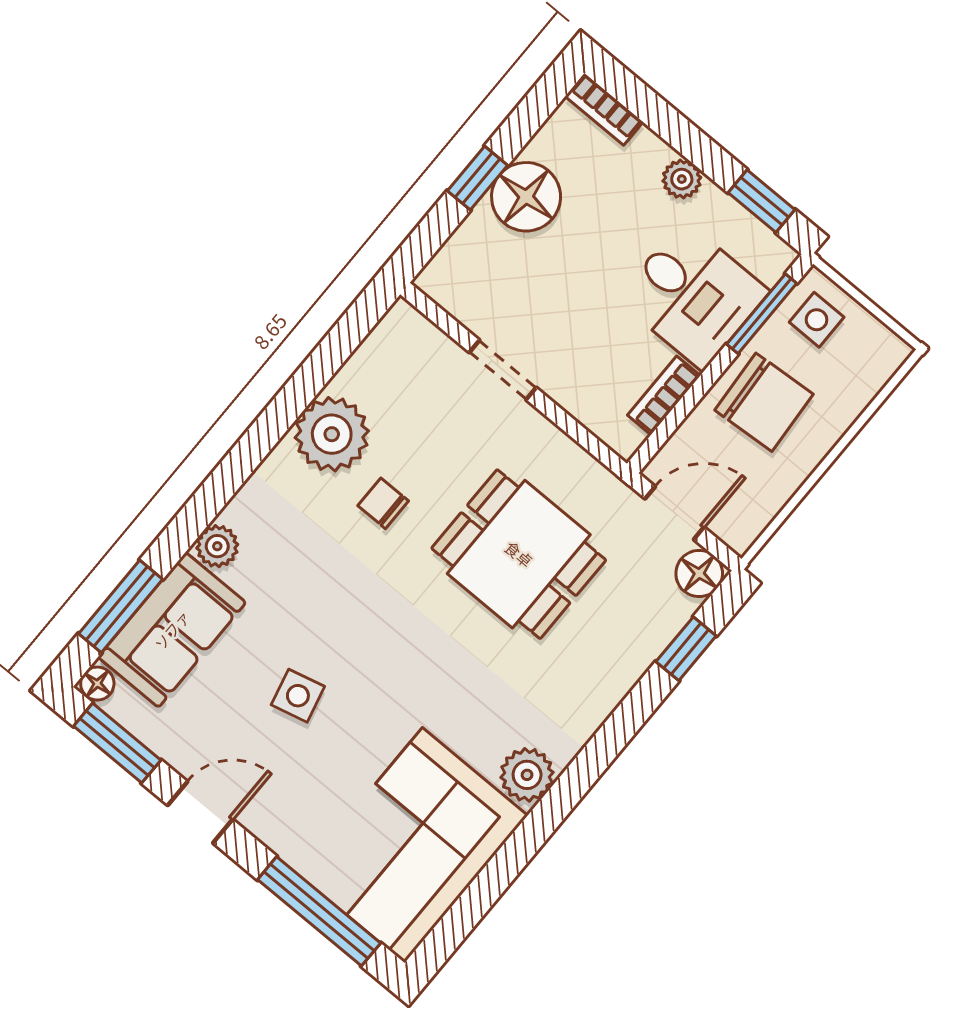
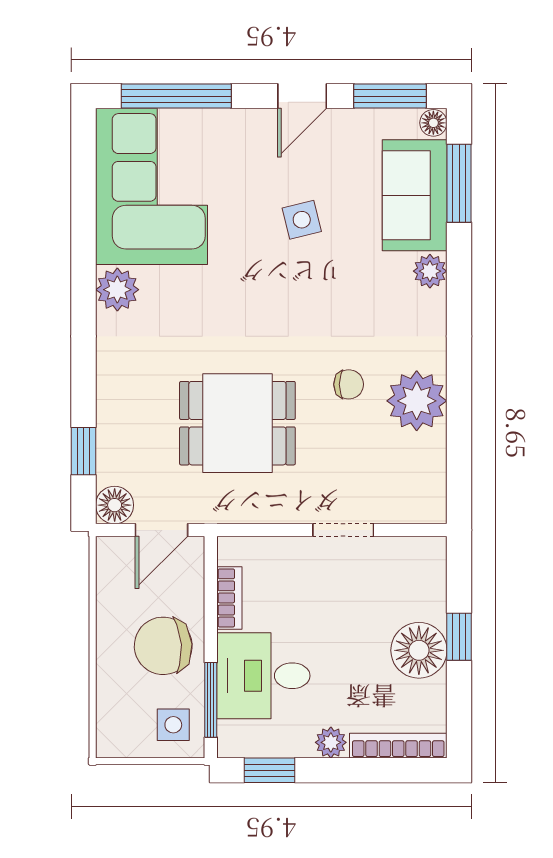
bookcase: (604, 109) -> (398, 746), width x1.56

